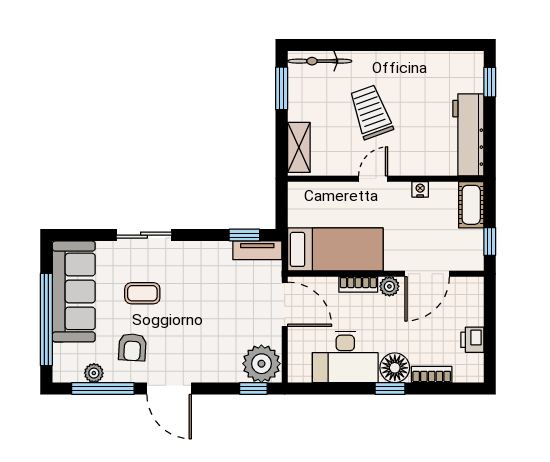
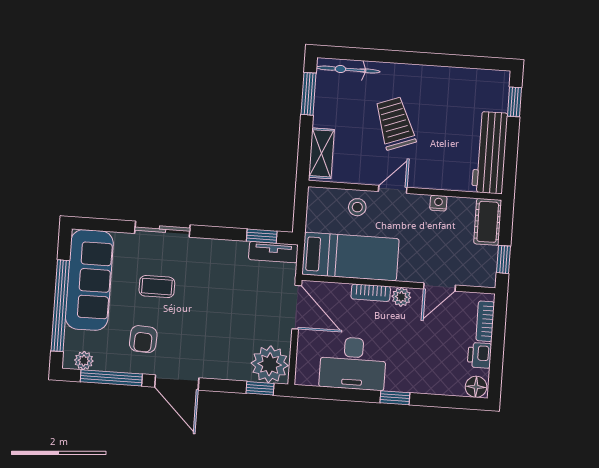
stool: (339, 199) -> (357, 207), added
door: (427, 274) -> (439, 287), width x0.73
floor lamp: (395, 368) -> (476, 387), moved, width x0.73, depth x0.73
plant: (94, 373) -> (84, 361), moved
bookcase: (432, 375) -> (485, 321), moved, turned -90

